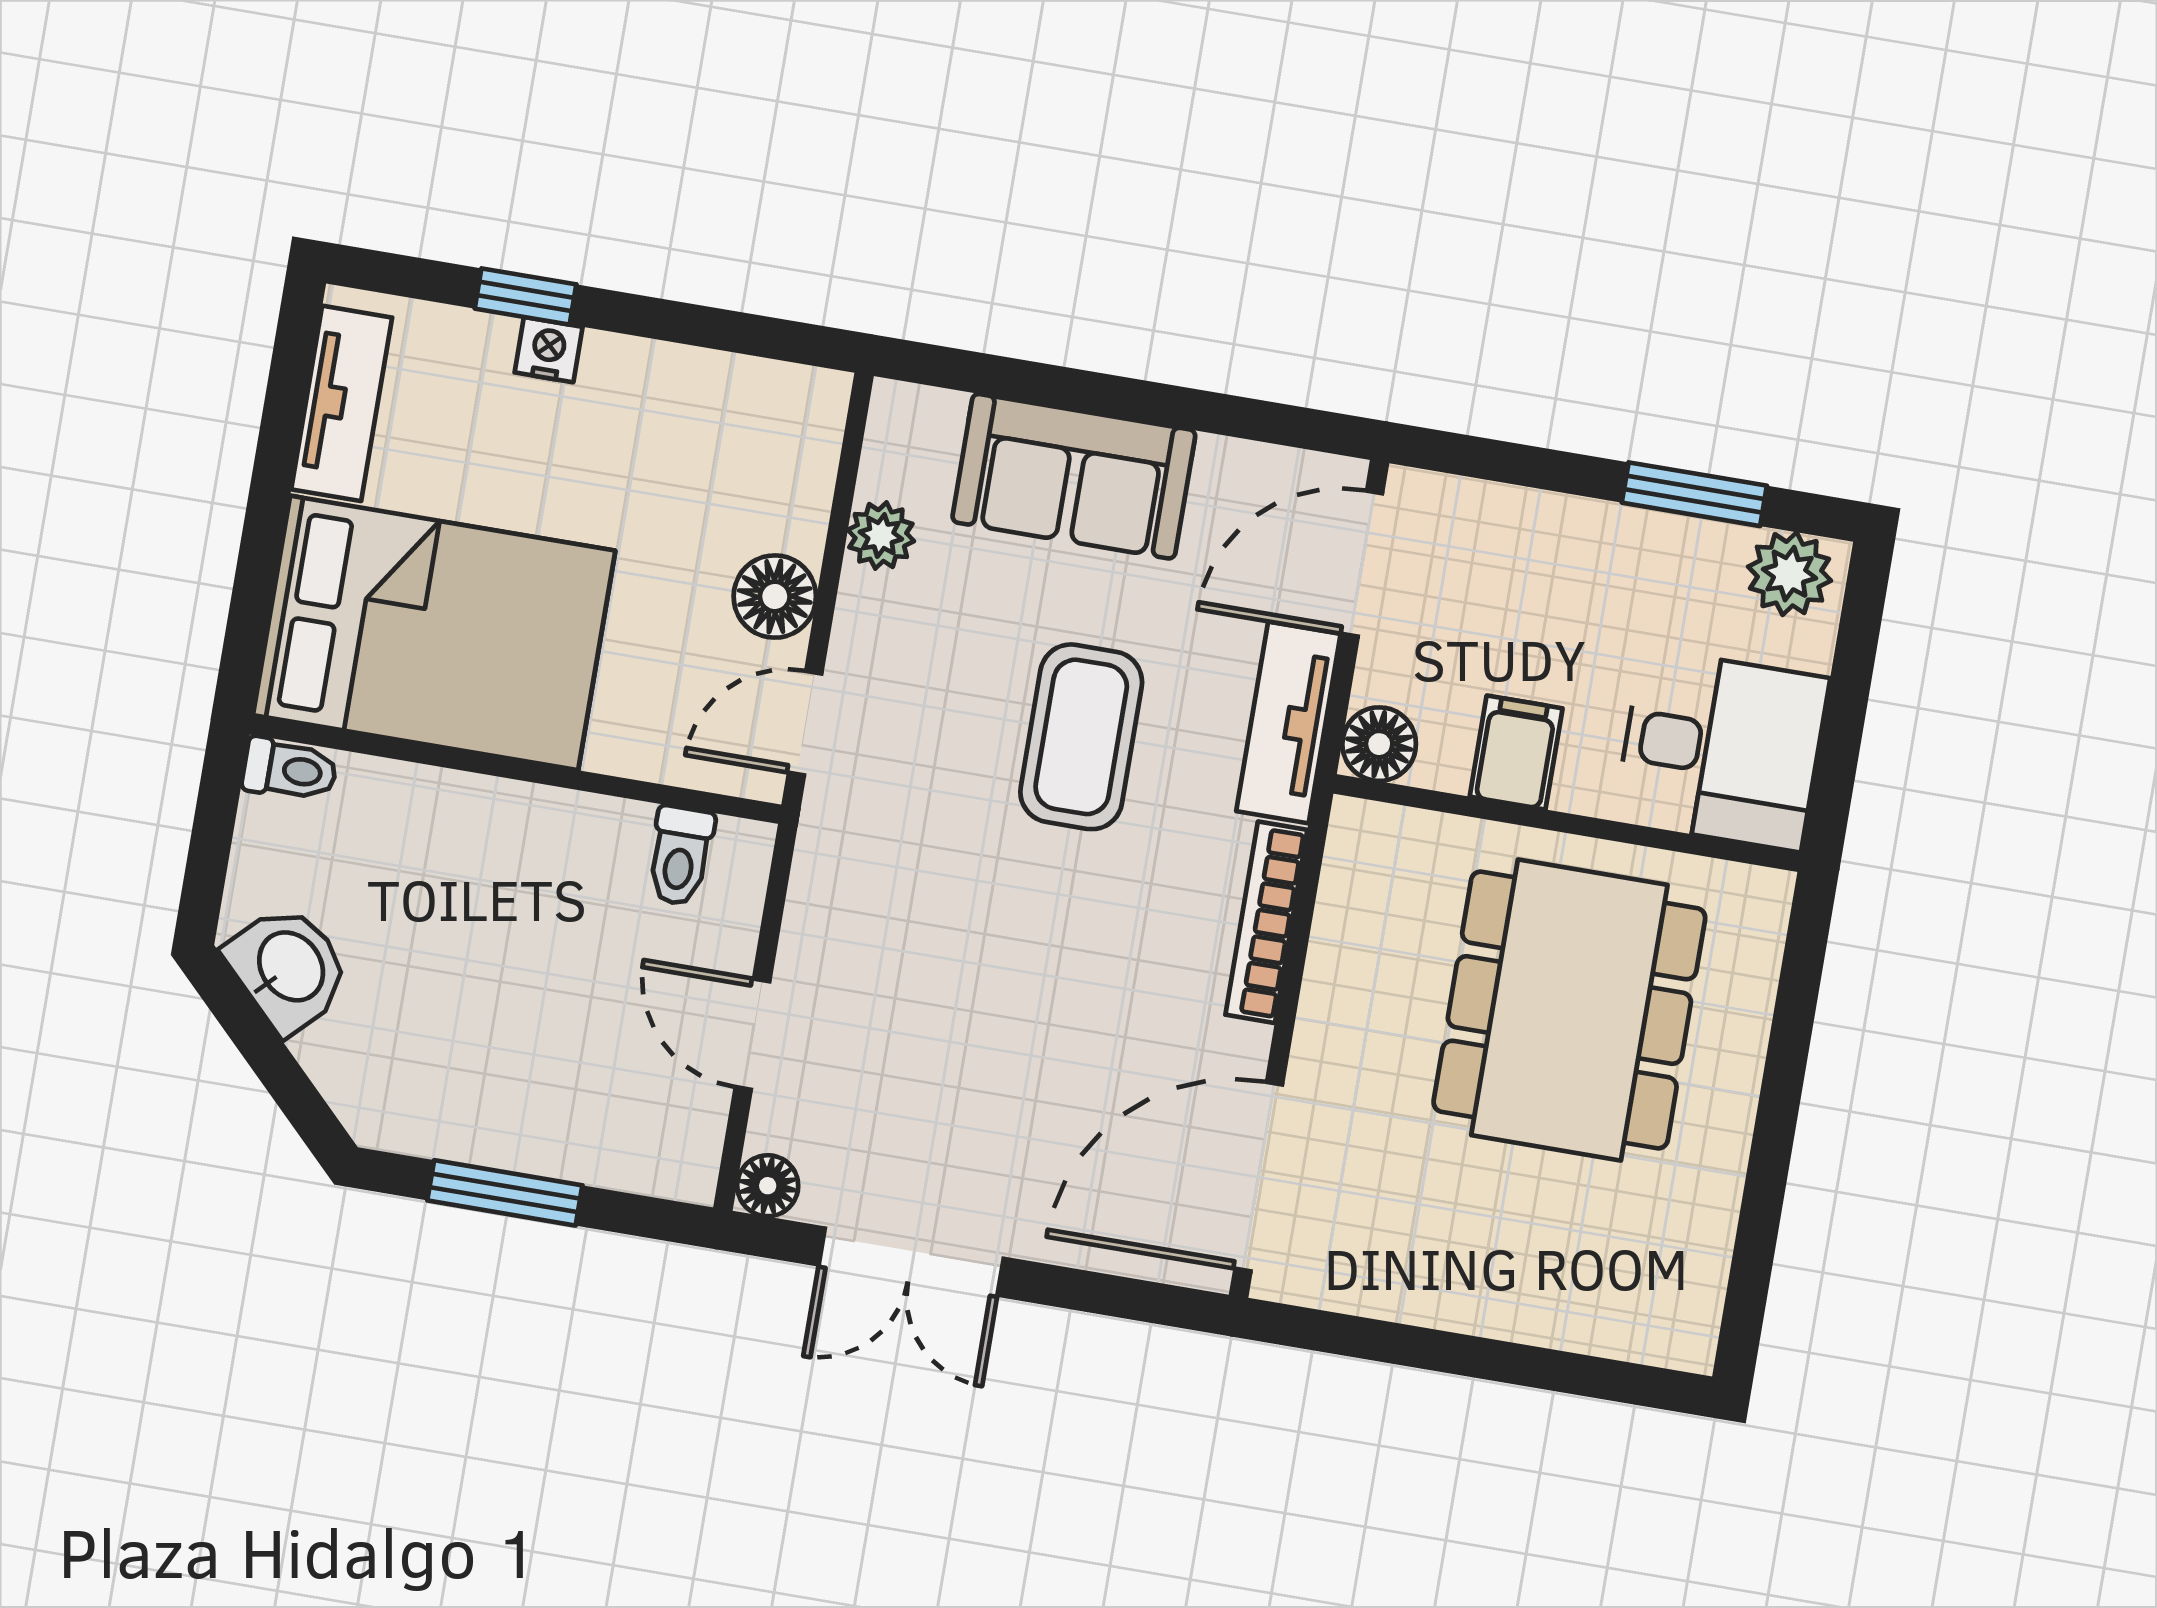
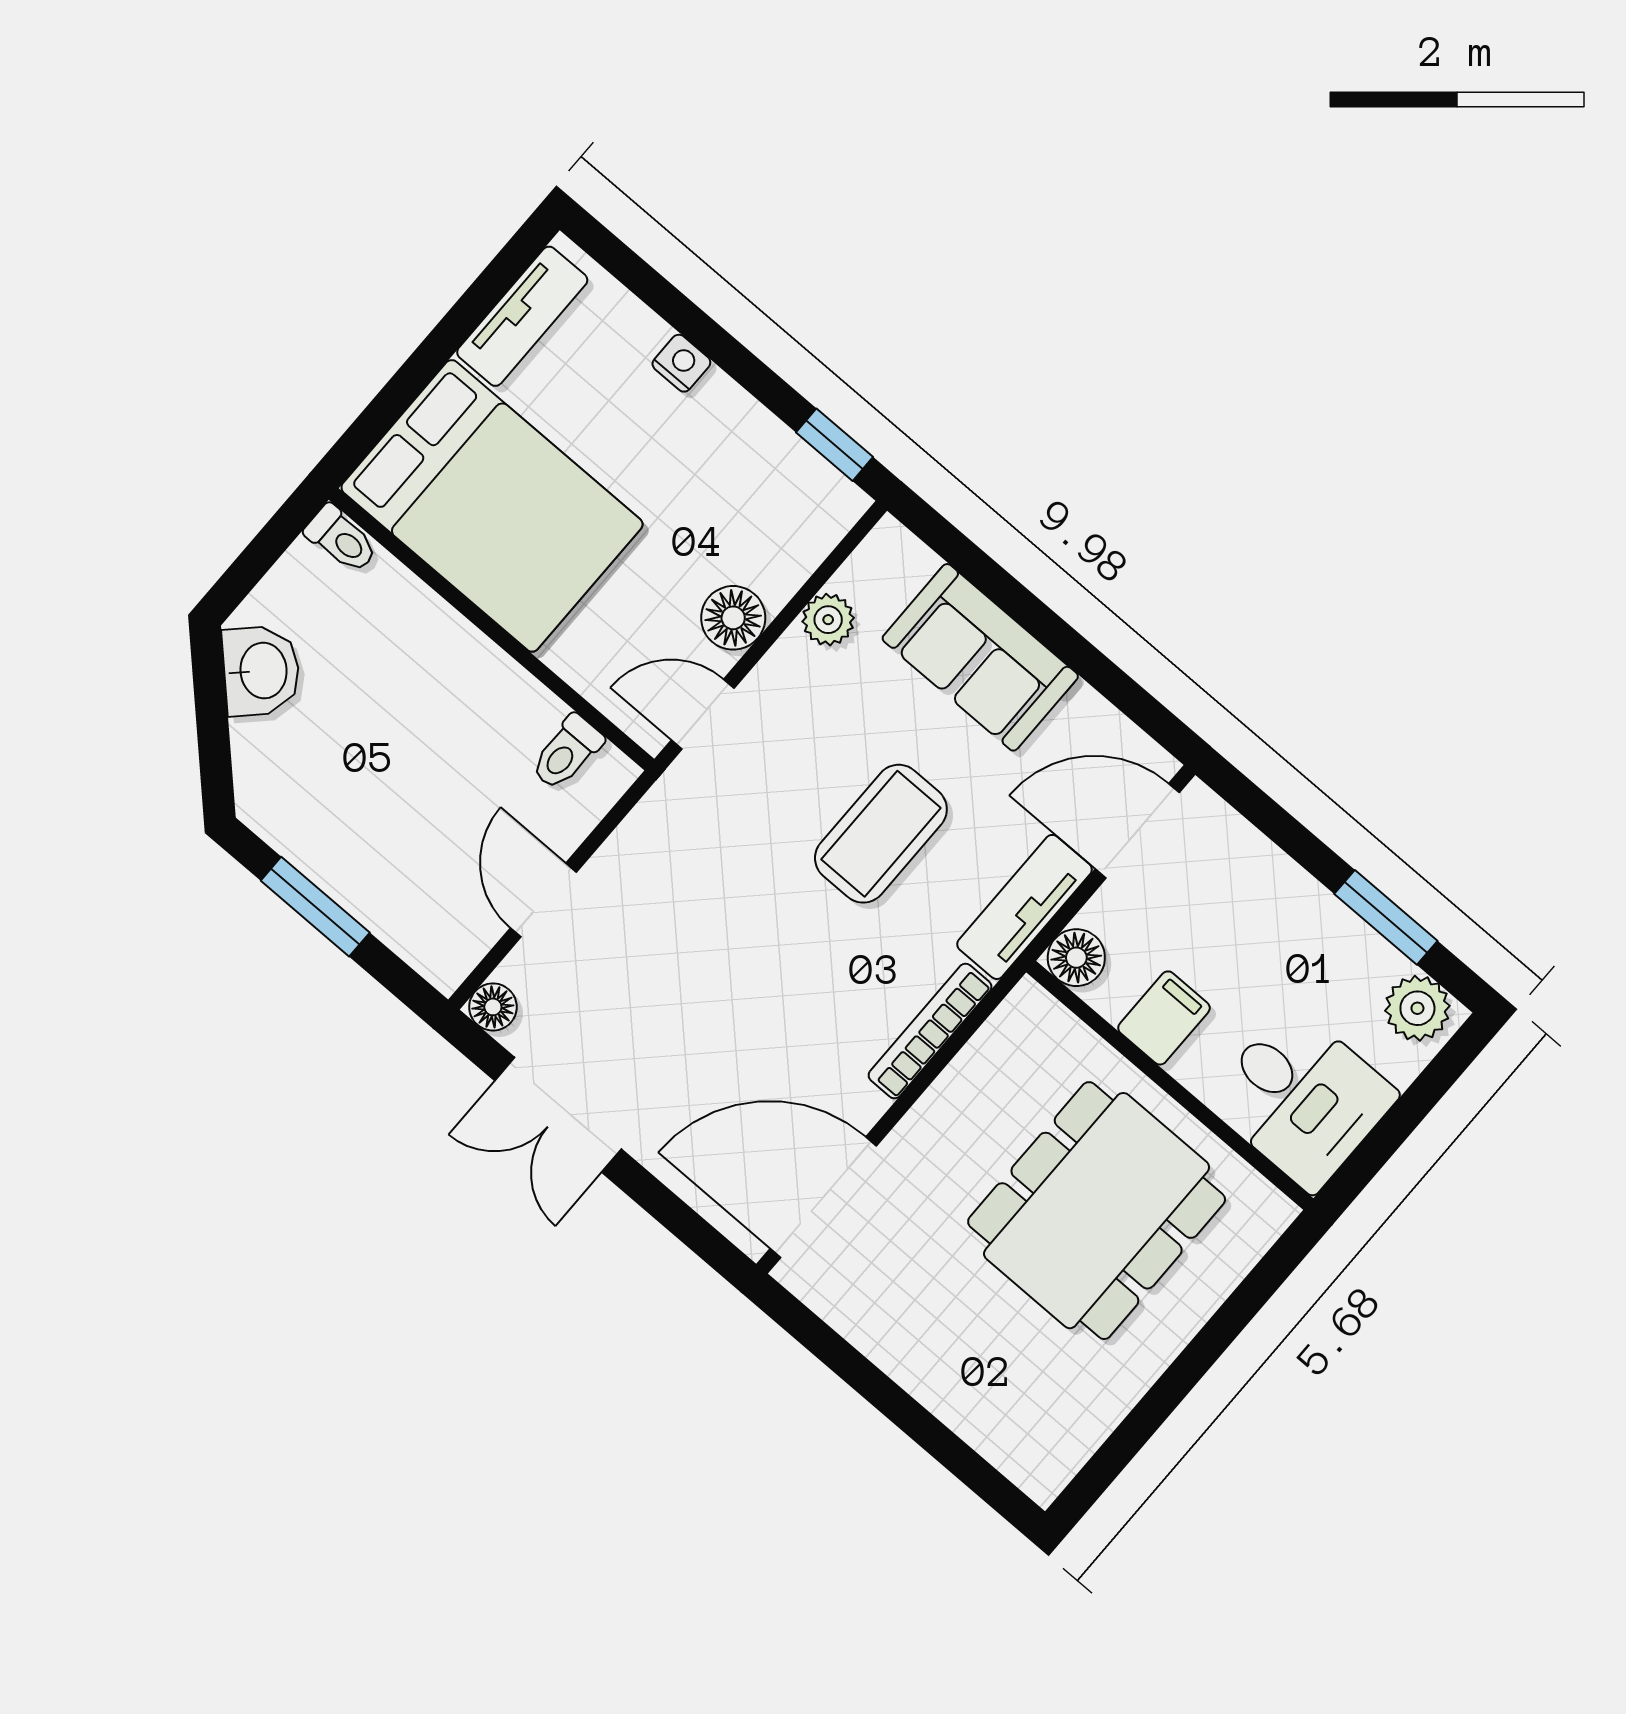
window: (526, 296) -> (834, 445), moved

